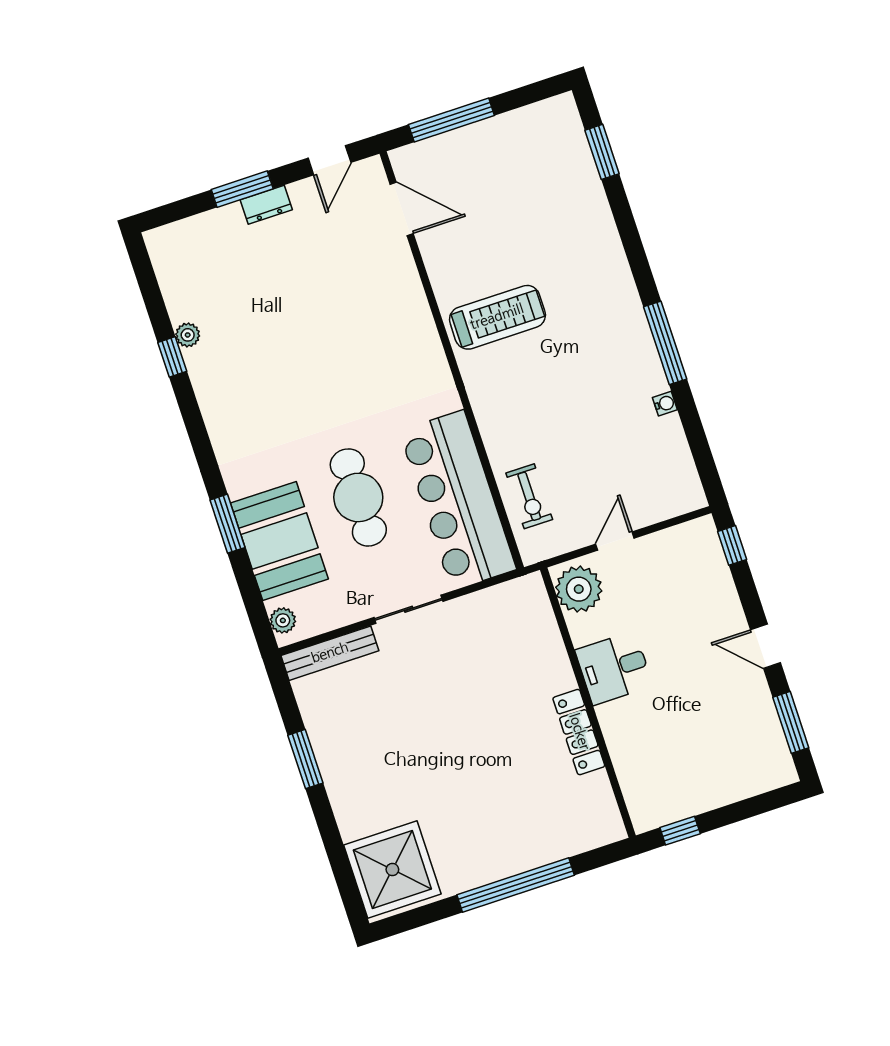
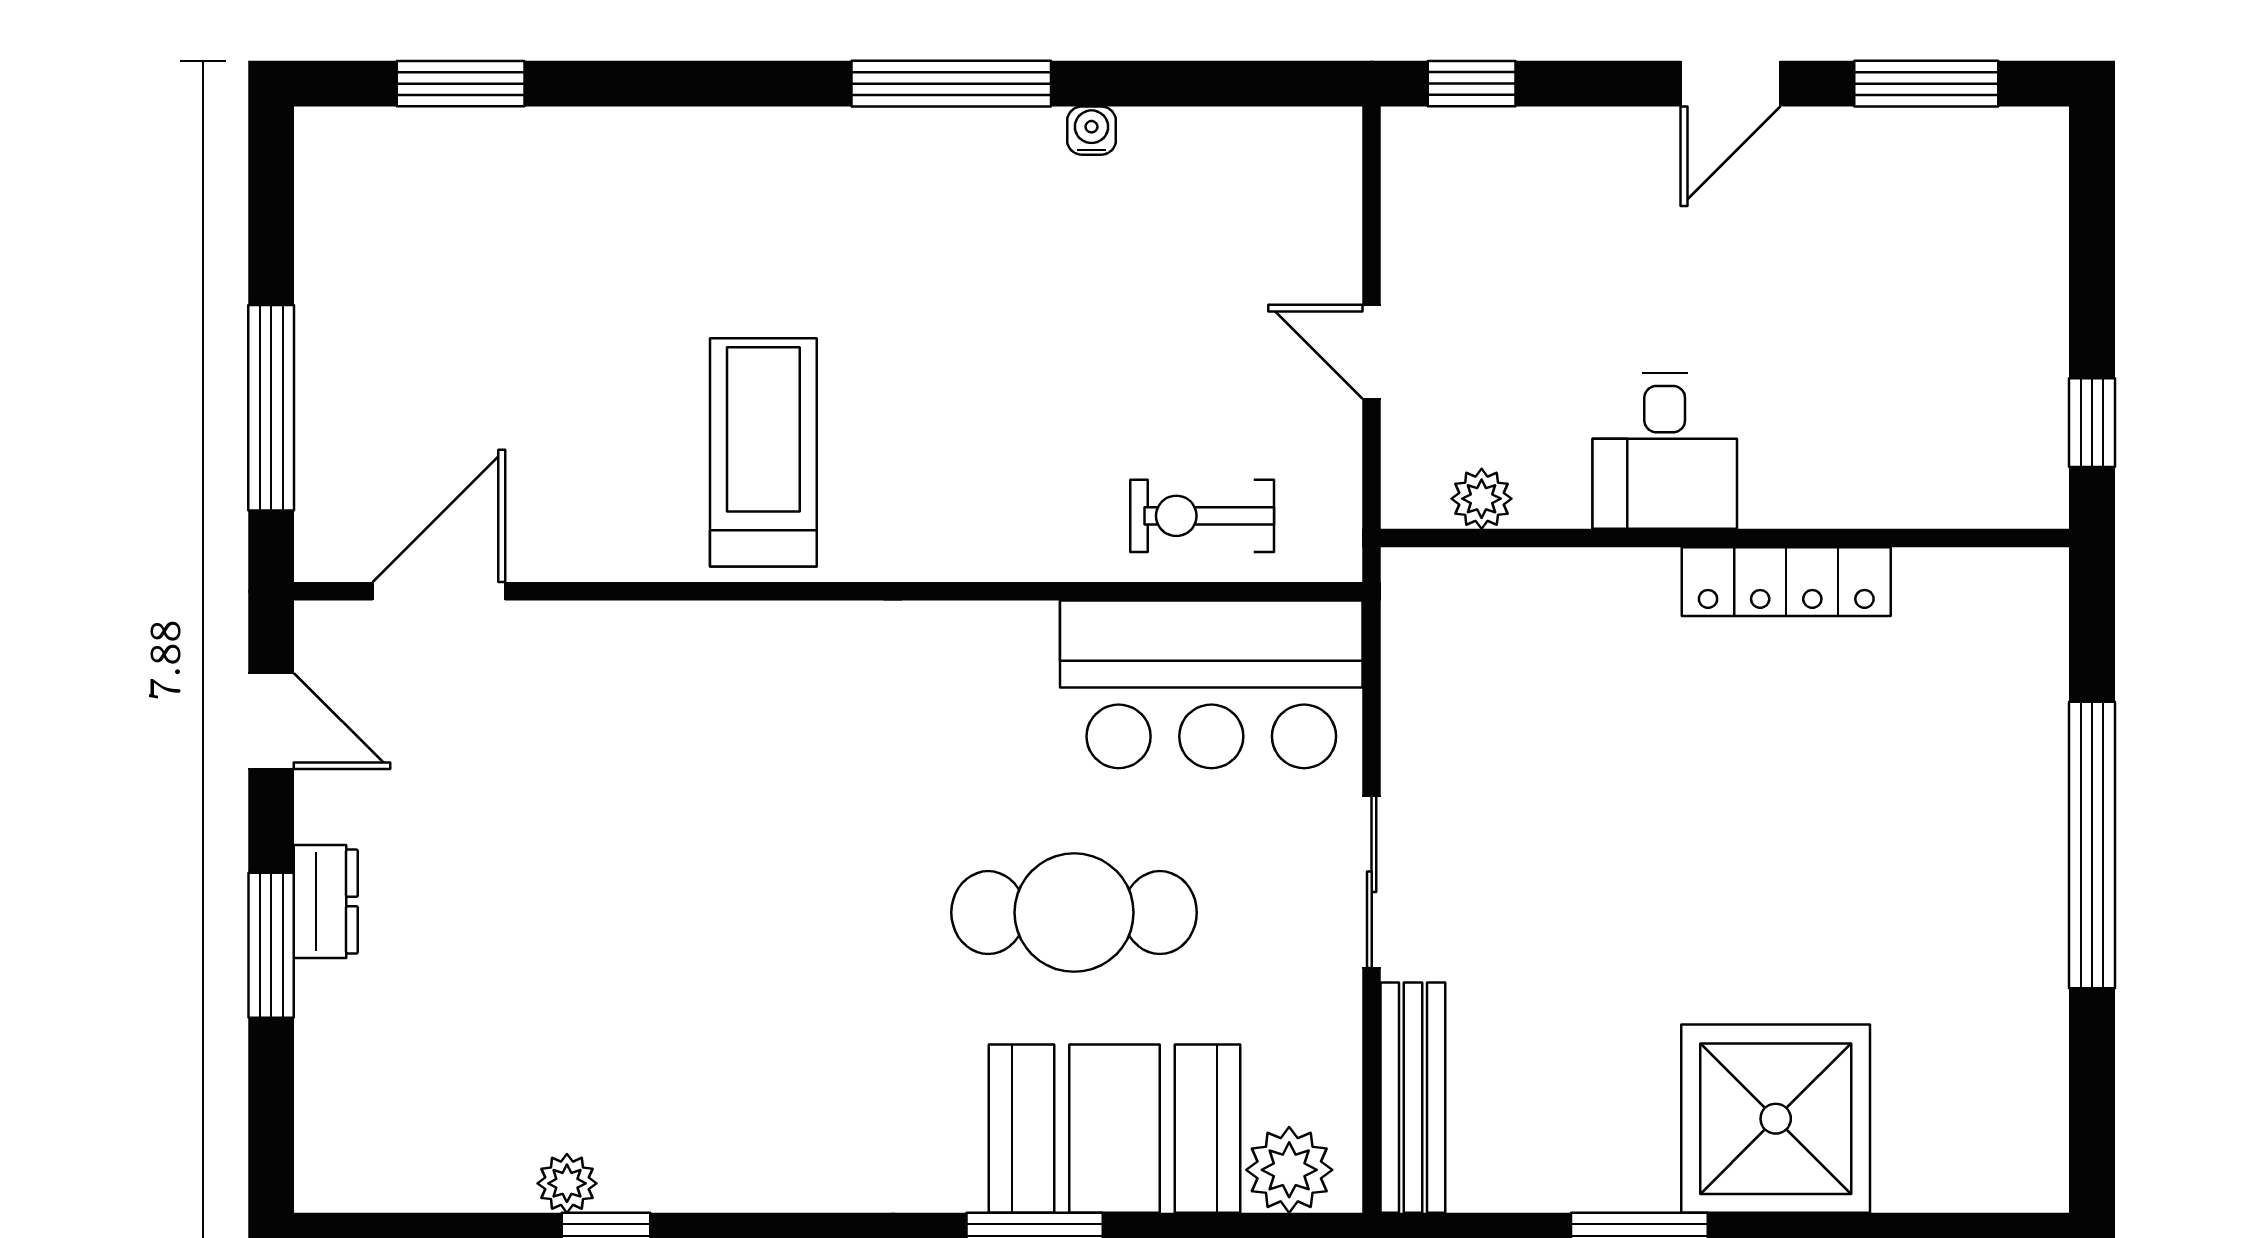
exercise bike: (529, 496) -> (1202, 516), turned 180
bar counter: (458, 500) -> (1211, 684), width x0.73
plant: (579, 589) -> (1482, 499), width x0.53, depth x0.53
plant: (283, 620) -> (1289, 1170), width x1.38, depth x1.38
shower: (392, 870) -> (1776, 1119), moved

